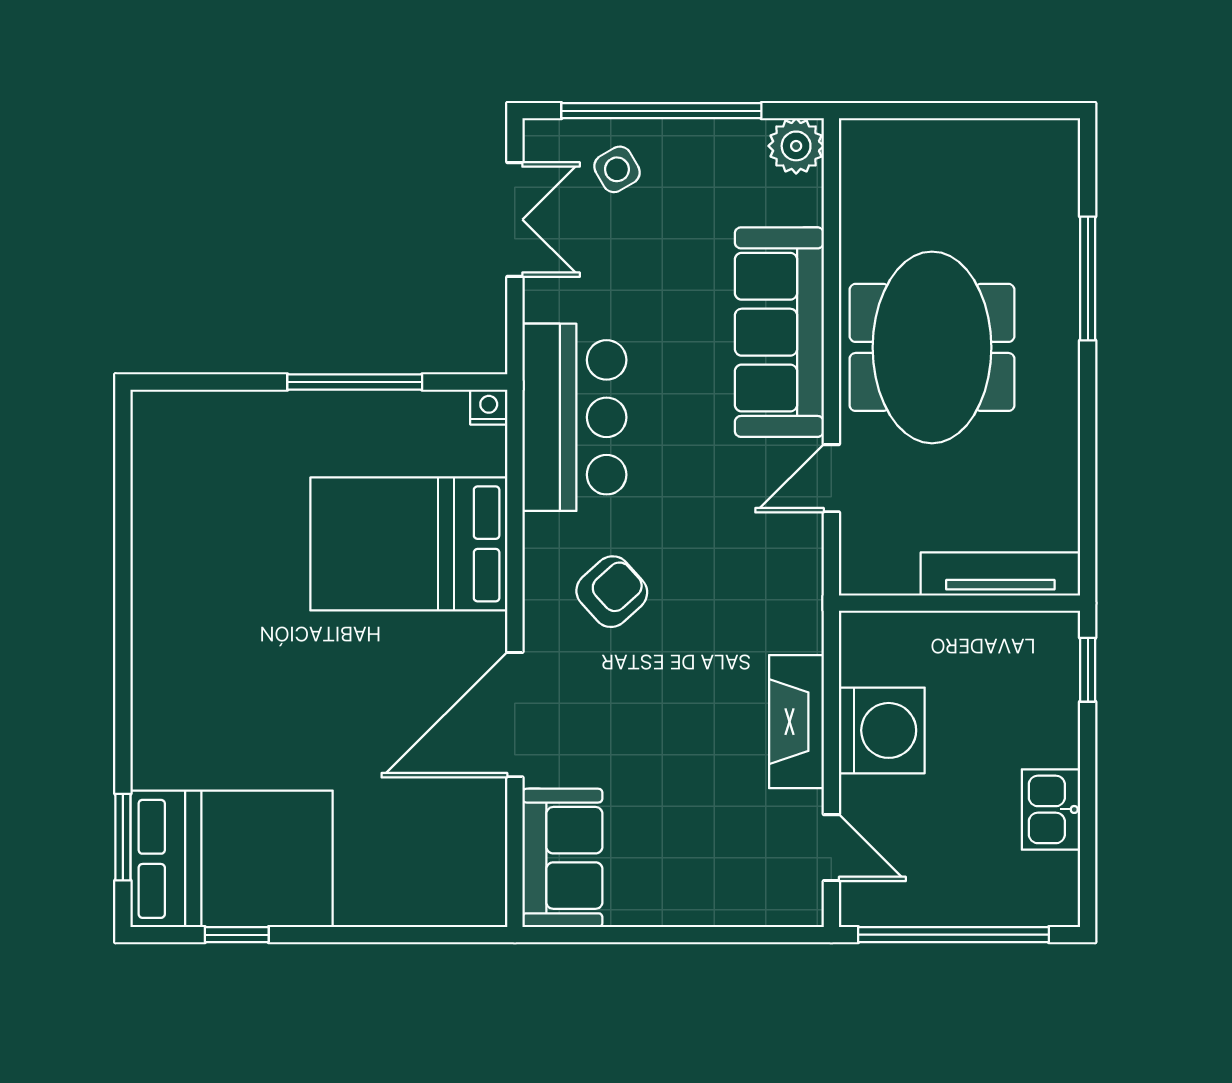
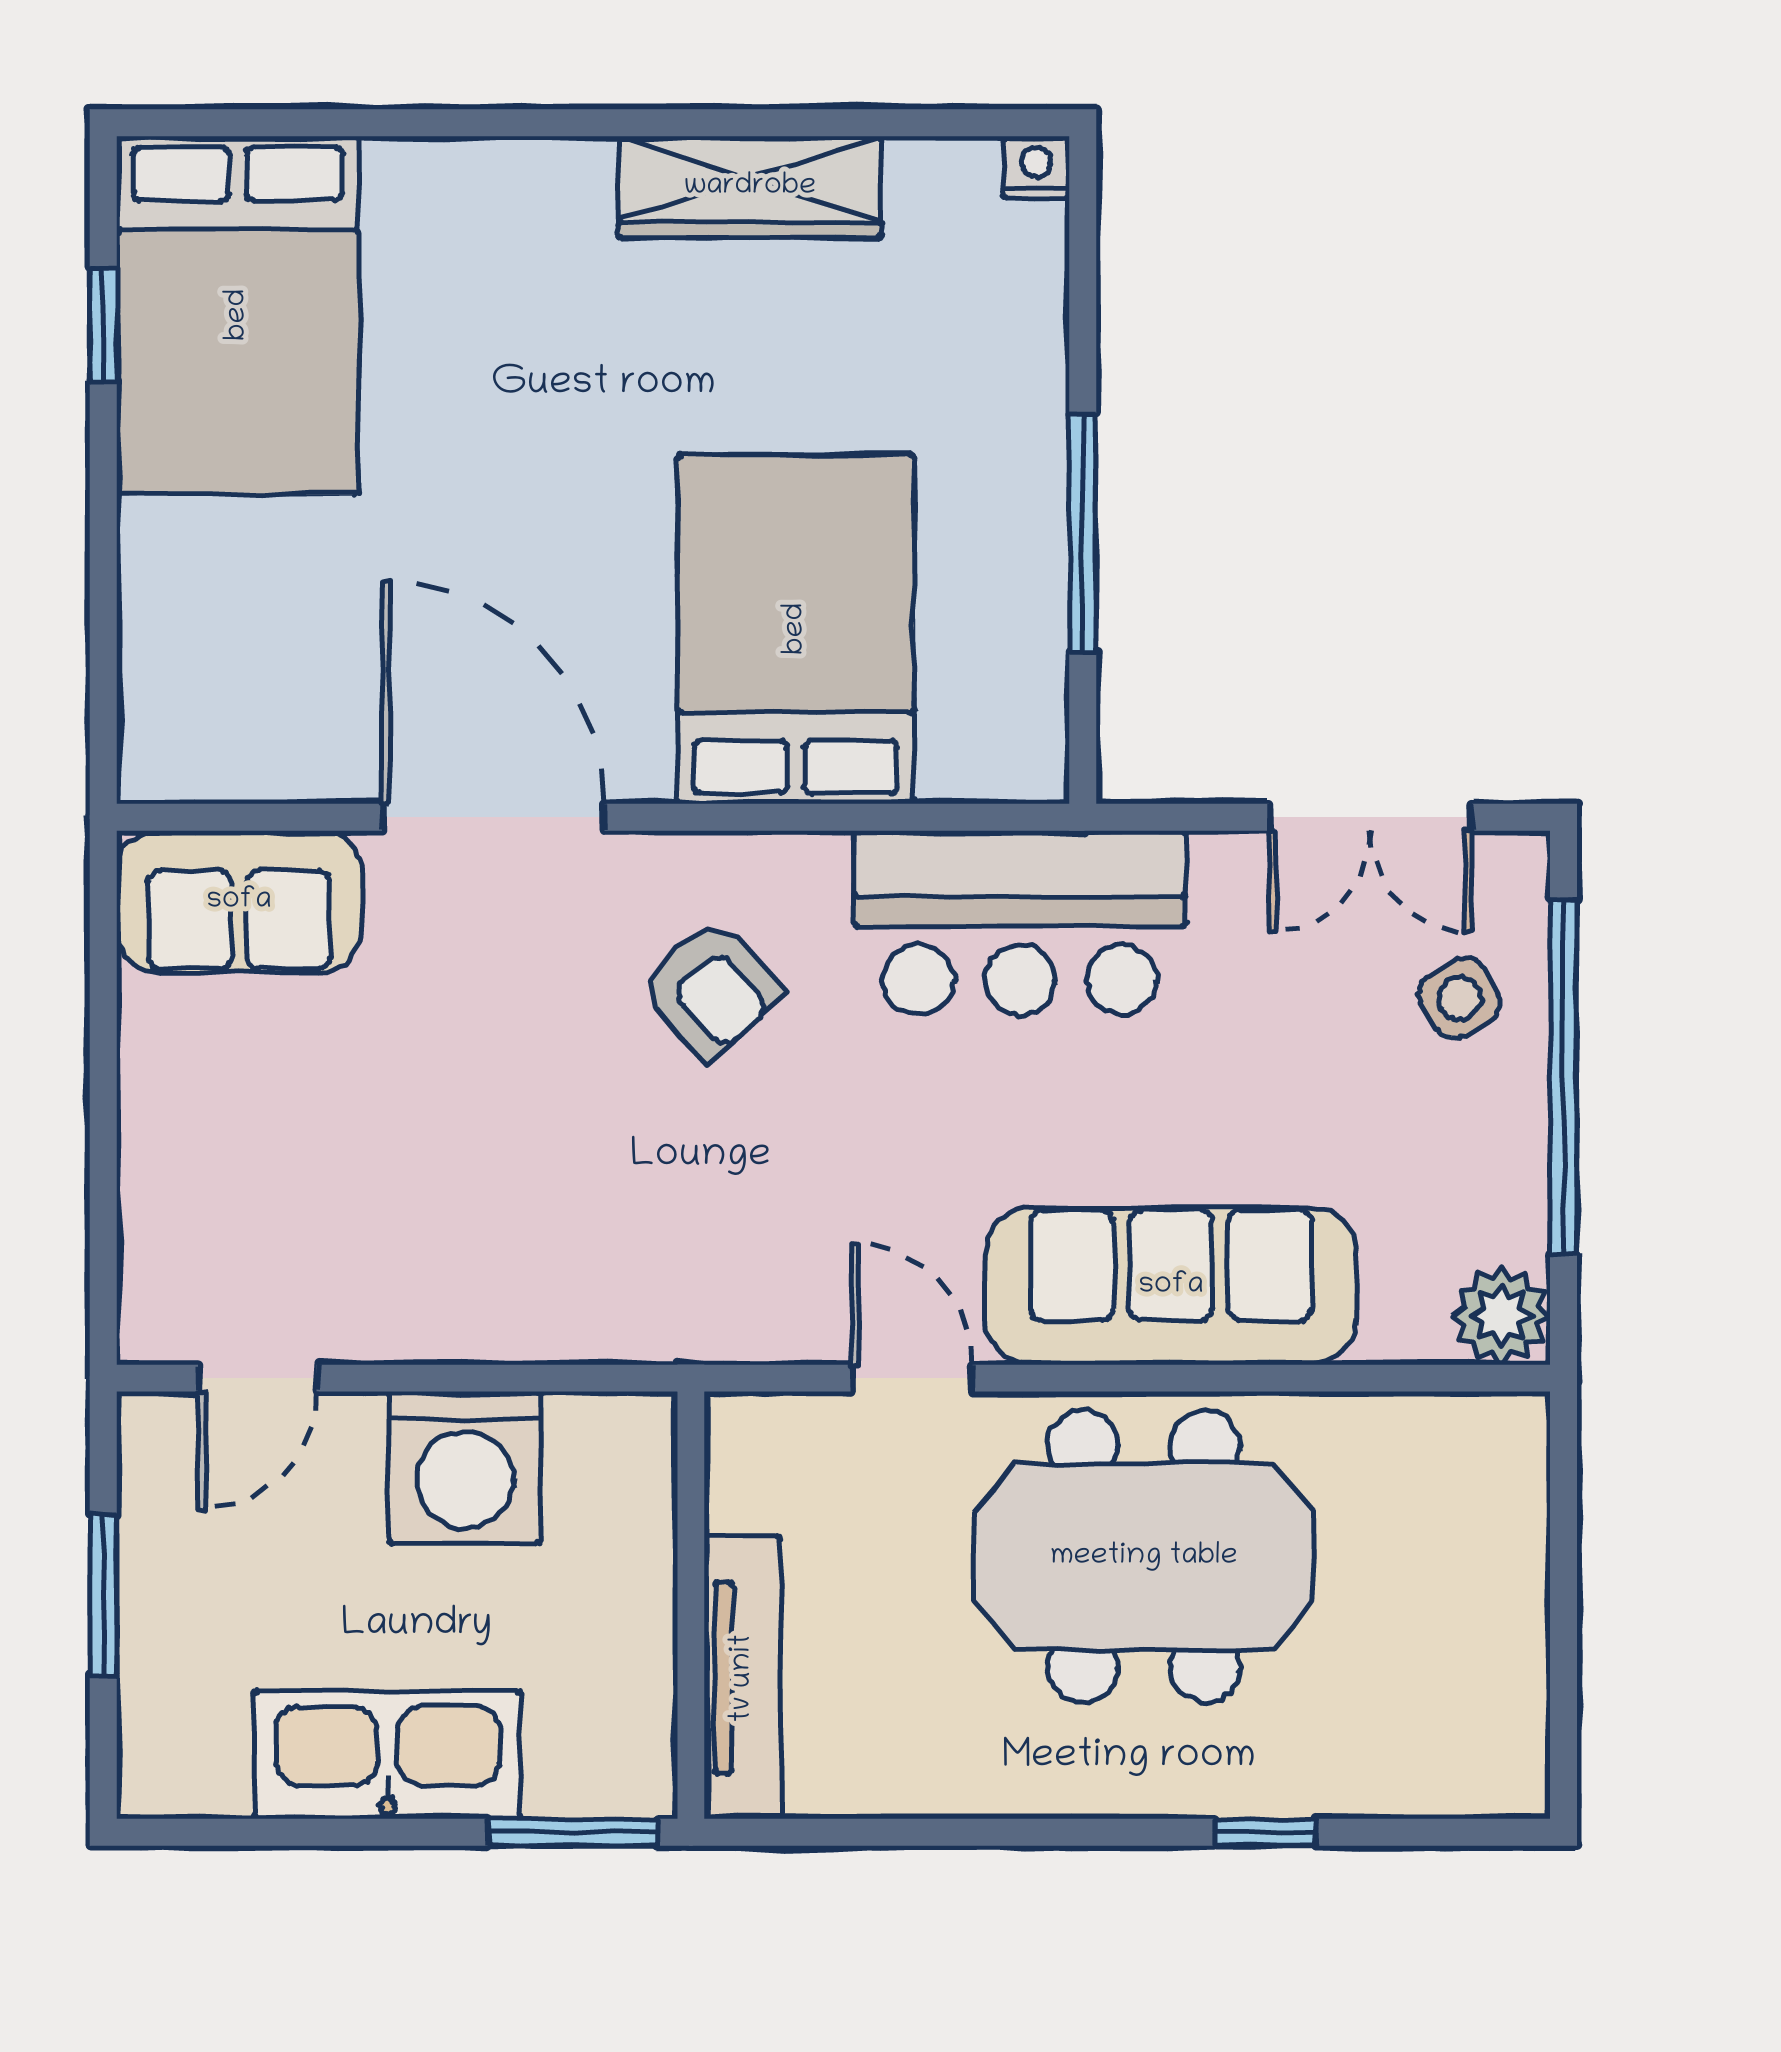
window: (1088, 278) -> (1266, 1832), width x0.46
nightstand: (489, 407) -> (1036, 167), moved, turned -90
wardrobe: (159, 570) -> (750, 187), added
window: (1088, 670) -> (573, 1832), width x1.50
fireplace: (796, 722) -> (481, 1316), removed
kitchen sink: (1051, 809) -> (387, 1755), width x1.88, depth x1.24
window: (123, 837) -> (276, 123), removed
window: (953, 935) -> (103, 1595), width x0.47

